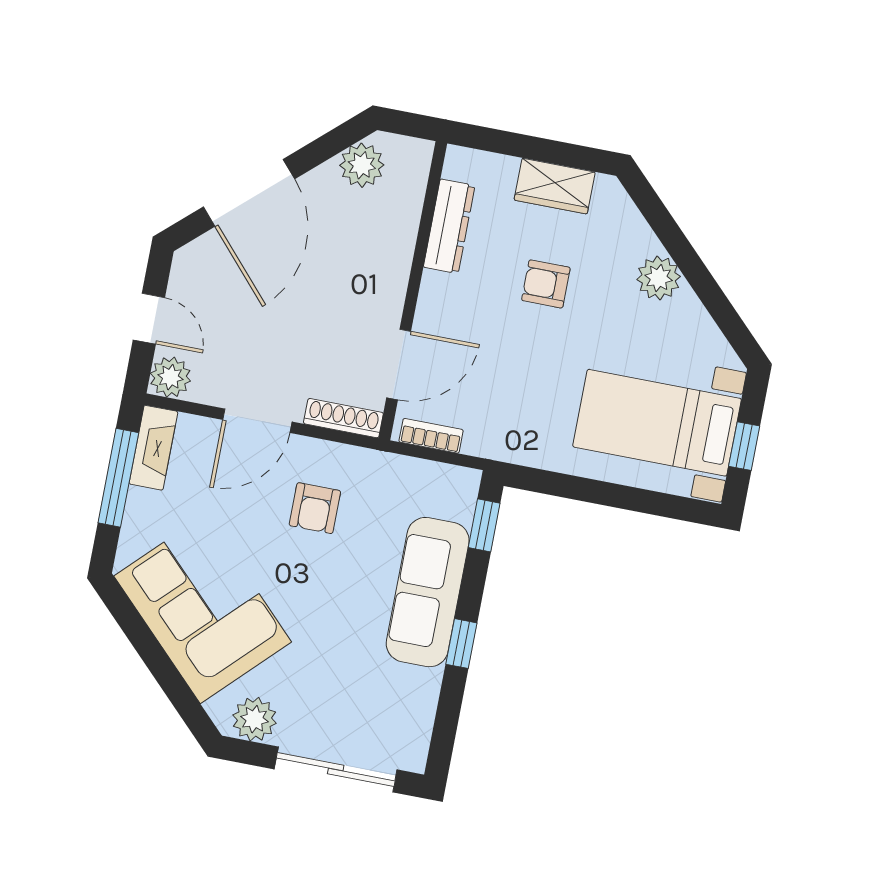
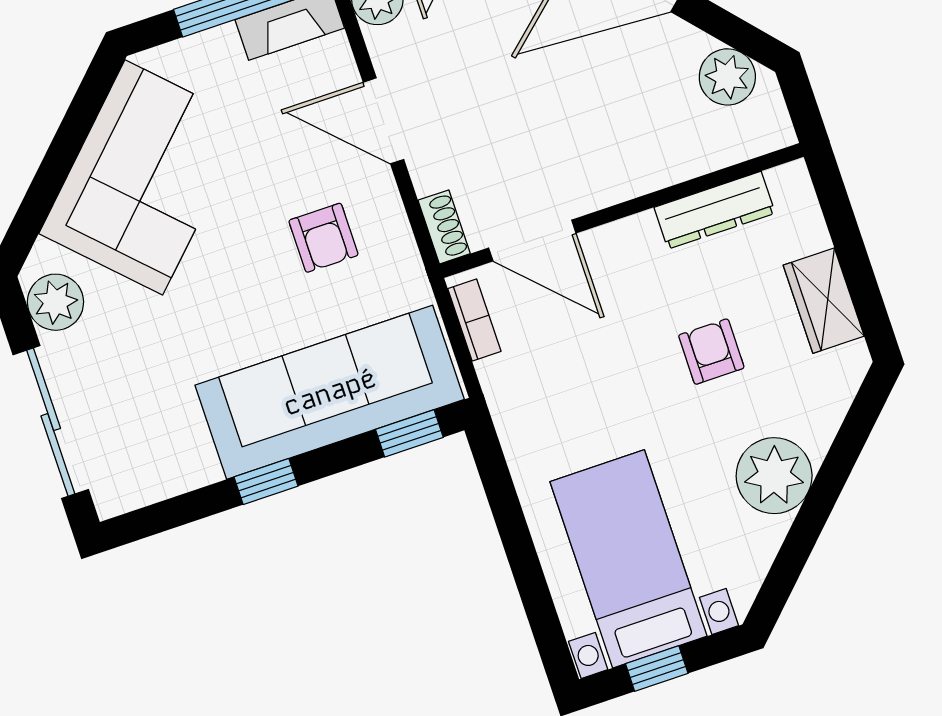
plant: (659, 278) -> (774, 476), width x1.36, depth x1.36
shoe rack: (343, 418) -> (444, 227), width x0.70
armchair: (315, 508) -> (323, 238), turned -90
sofa: (428, 592) -> (330, 392), width x1.36, depth x1.27

